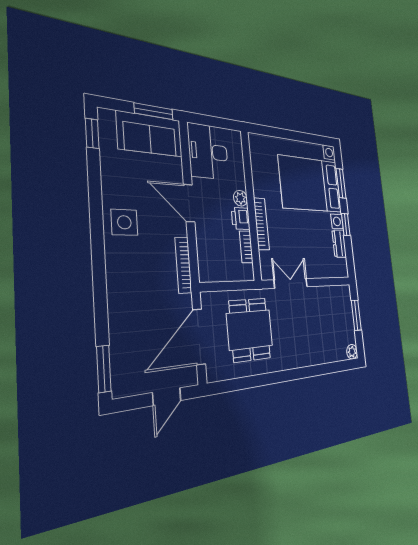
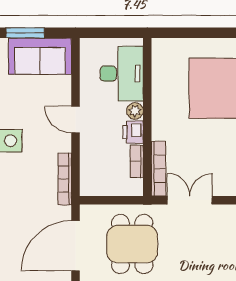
window: (154, 111) -> (25, 33), moved
desk: (208, 152) -> (122, 74), moved, turned 180
door: (189, 203) -> (75, 120), width x0.73
bookcase: (261, 224) -> (158, 169), moved

